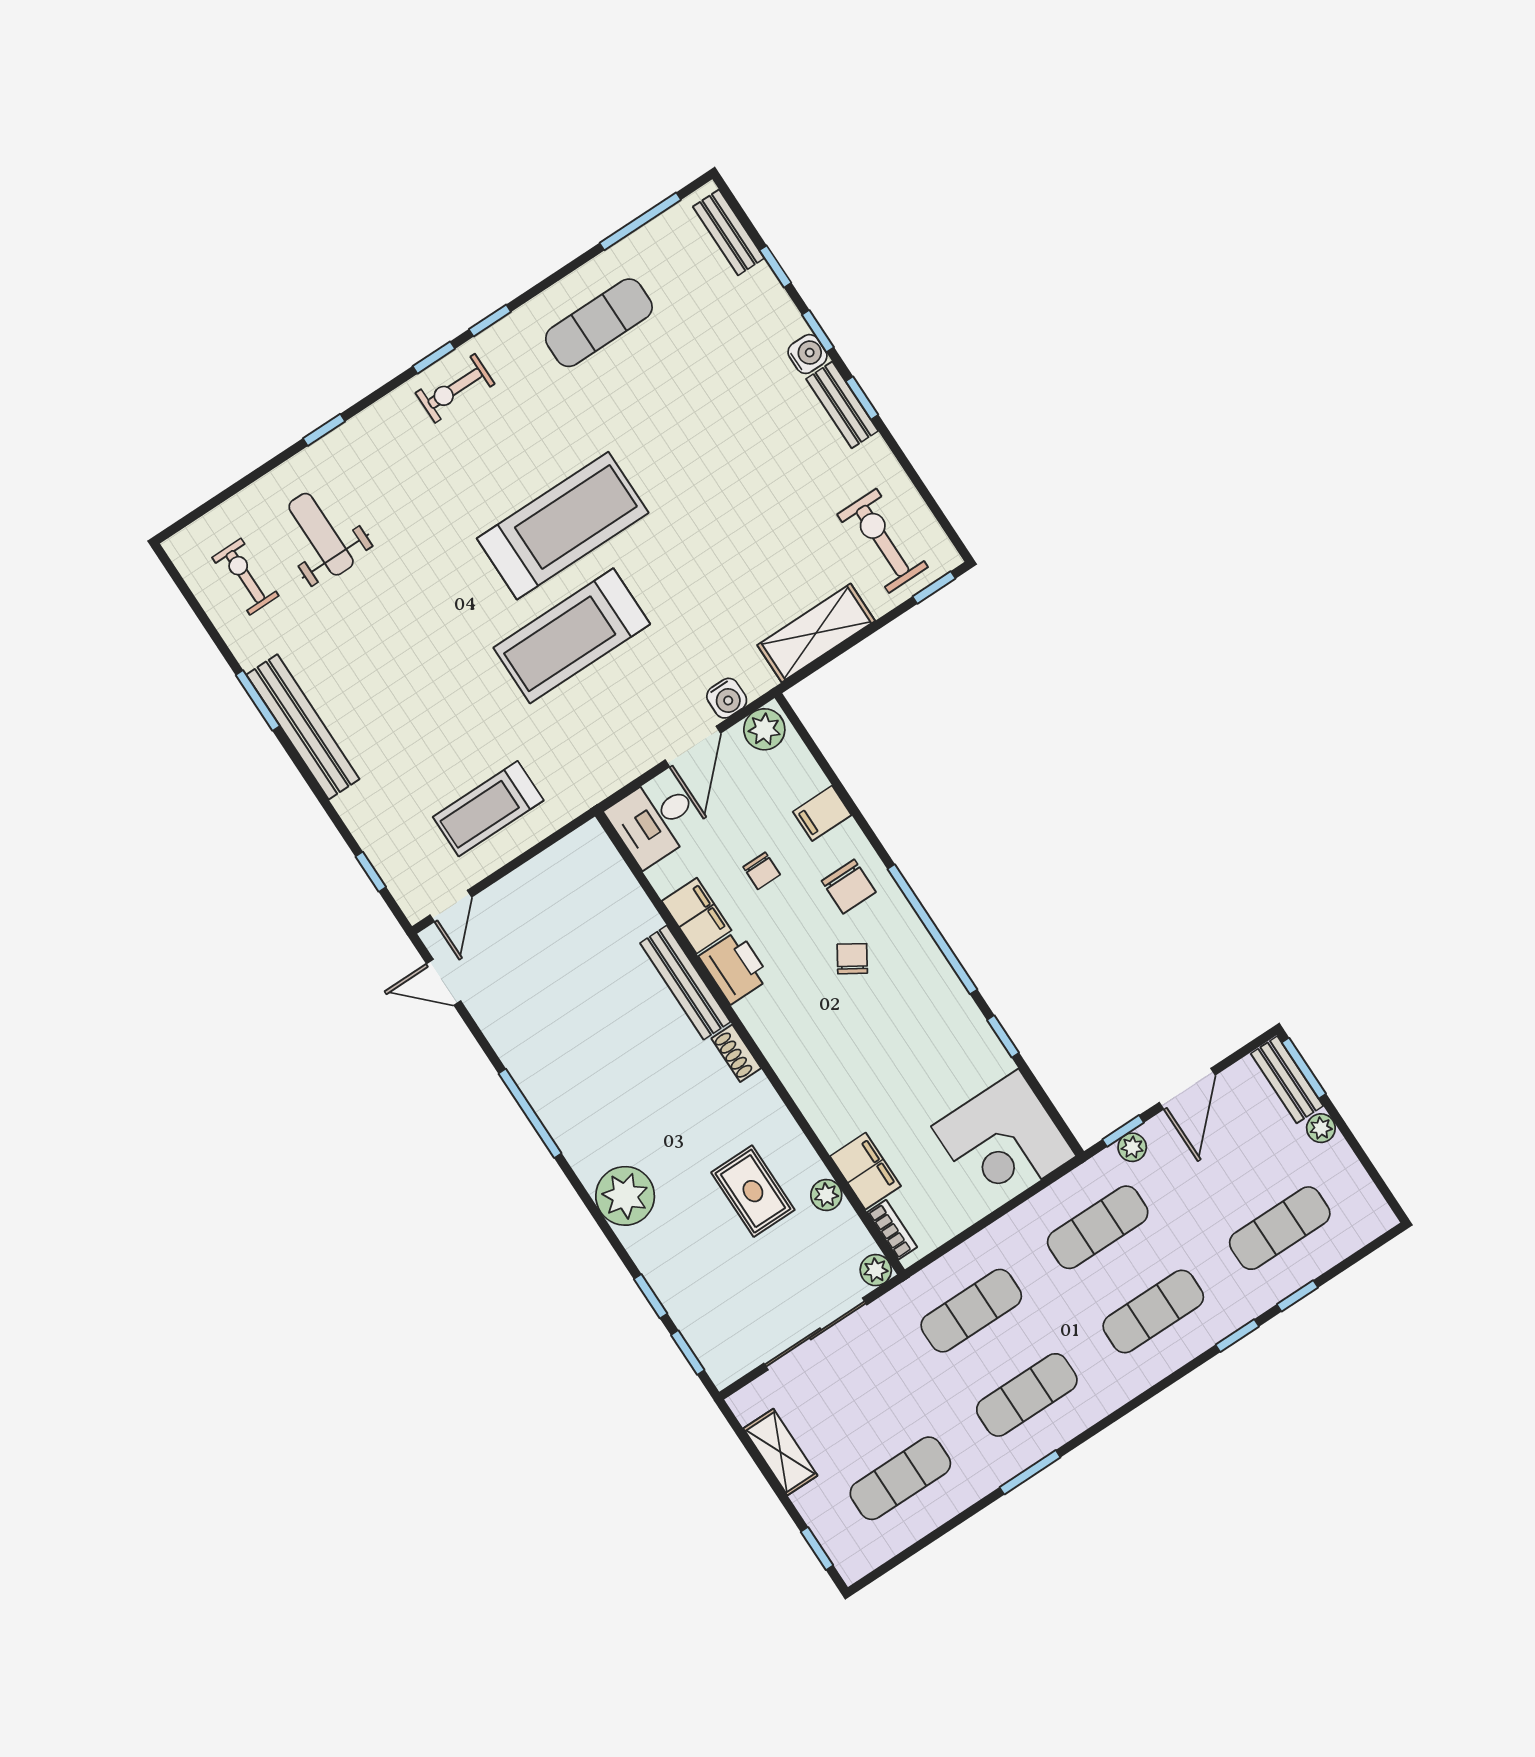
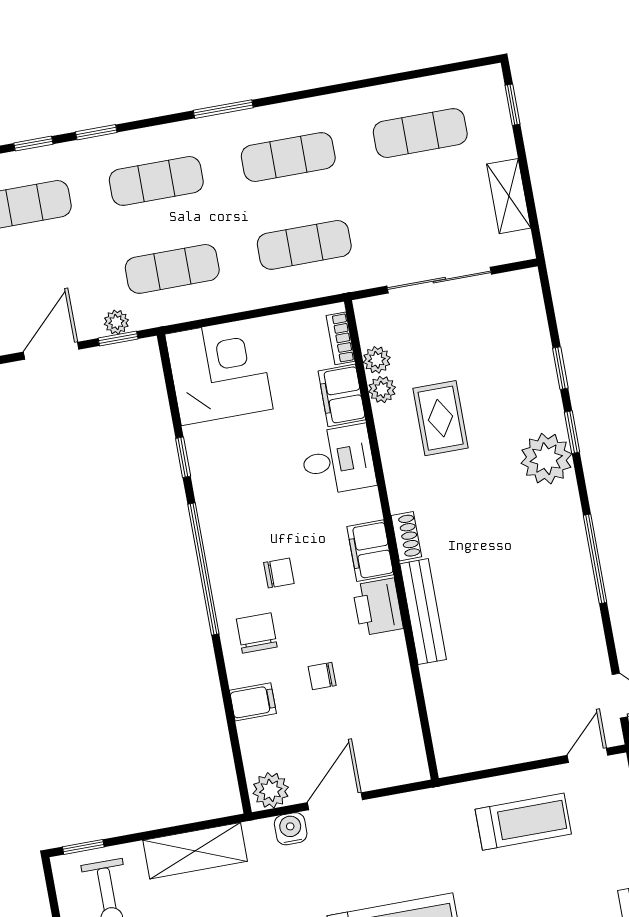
desk: (655, 820) -> (338, 460), moved
chair: (762, 871) -> (322, 676), turned -90
filing cabinet: (697, 916) -> (370, 551), moved
chair: (852, 959) -> (279, 573), turned -122
plant: (876, 1270) -> (377, 360), moved
window: (688, 1353) -> (572, 432), moved
window: (1030, 1472) -> (223, 109), moved

